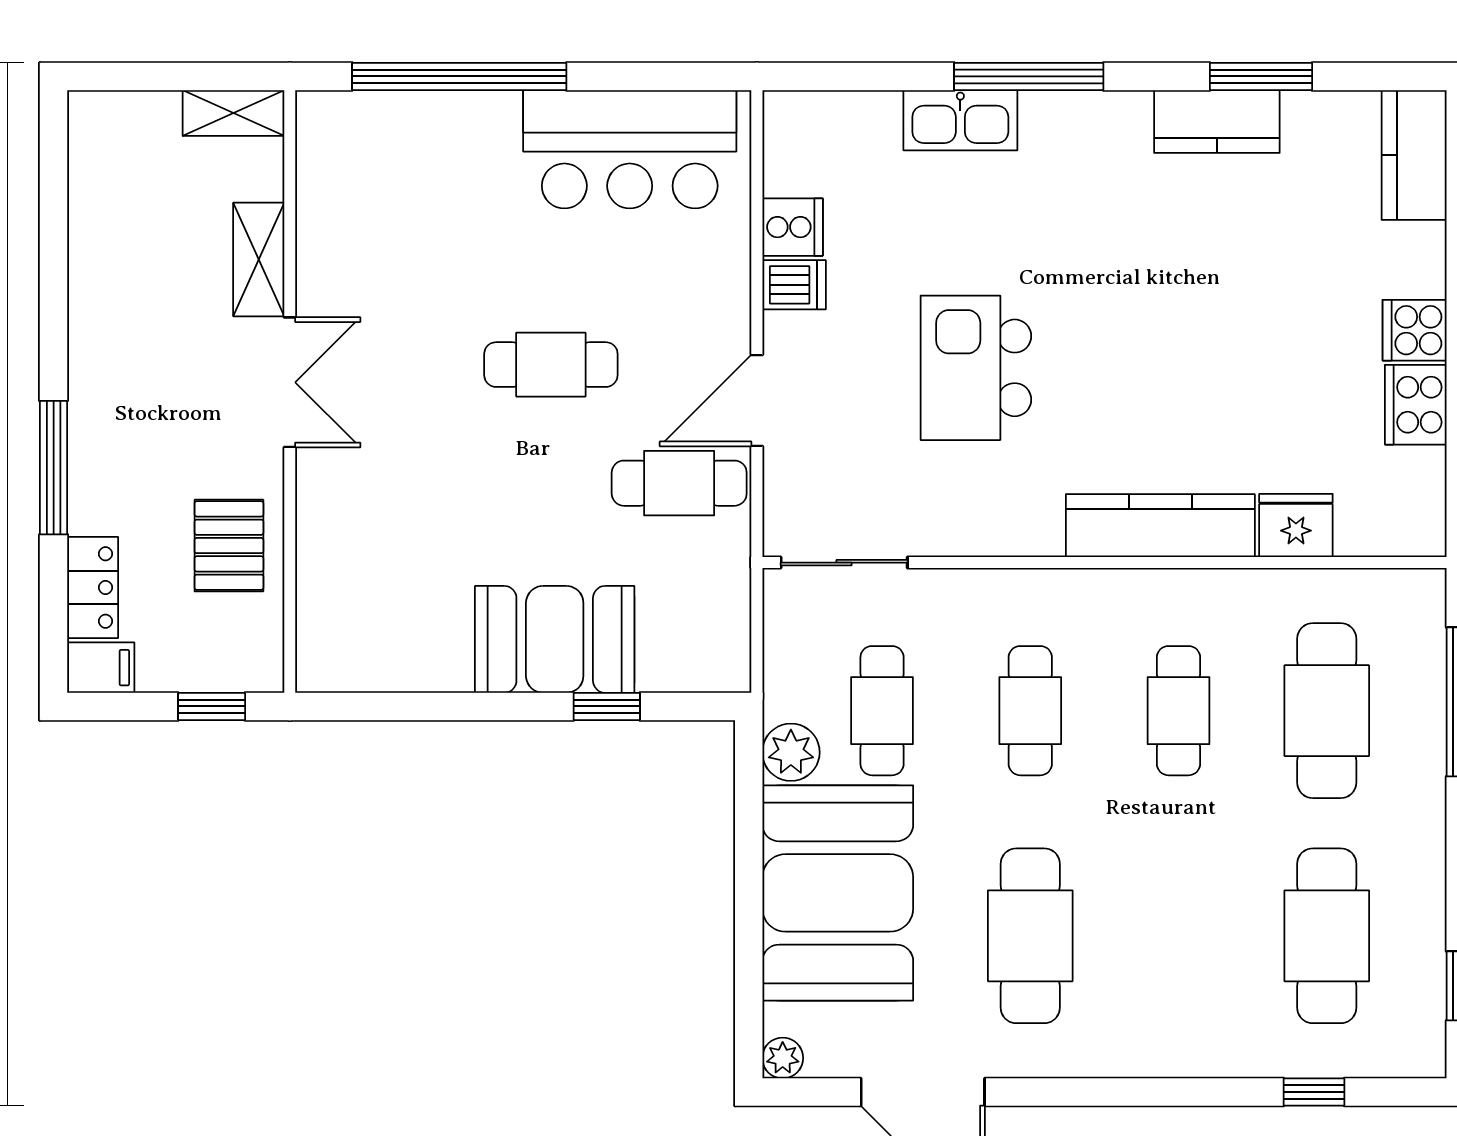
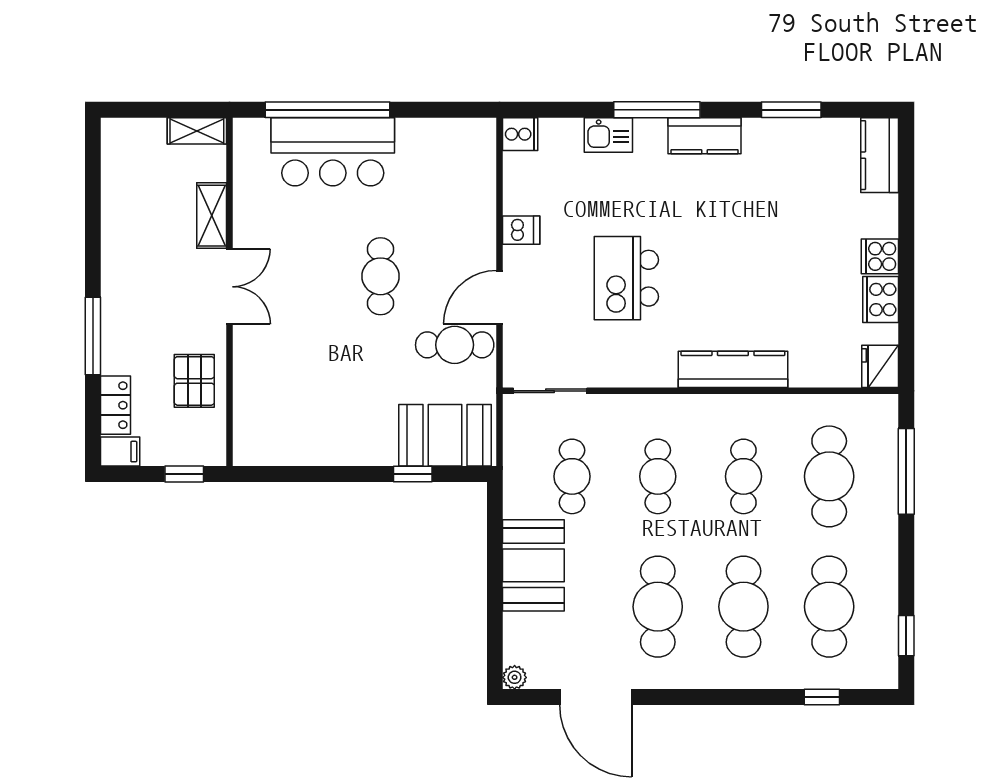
kitchen sink: (960, 120) -> (608, 135), width x0.73
kitchen counter: (1217, 121) -> (705, 136), moved
bar counter: (630, 149) -> (333, 152), moved
cooker: (793, 227) -> (520, 134), moved
cafe table: (551, 365) -> (381, 276), turned 90
fridge: (1296, 525) -> (880, 366), moved, turned -90
booth: (555, 639) -> (445, 435), moved
plant: (791, 752) -> (519, 500), removed
booth: (838, 893) -> (533, 565), width x0.73, depth x0.70
cafe table: (1179, 936) -> (743, 607), added

